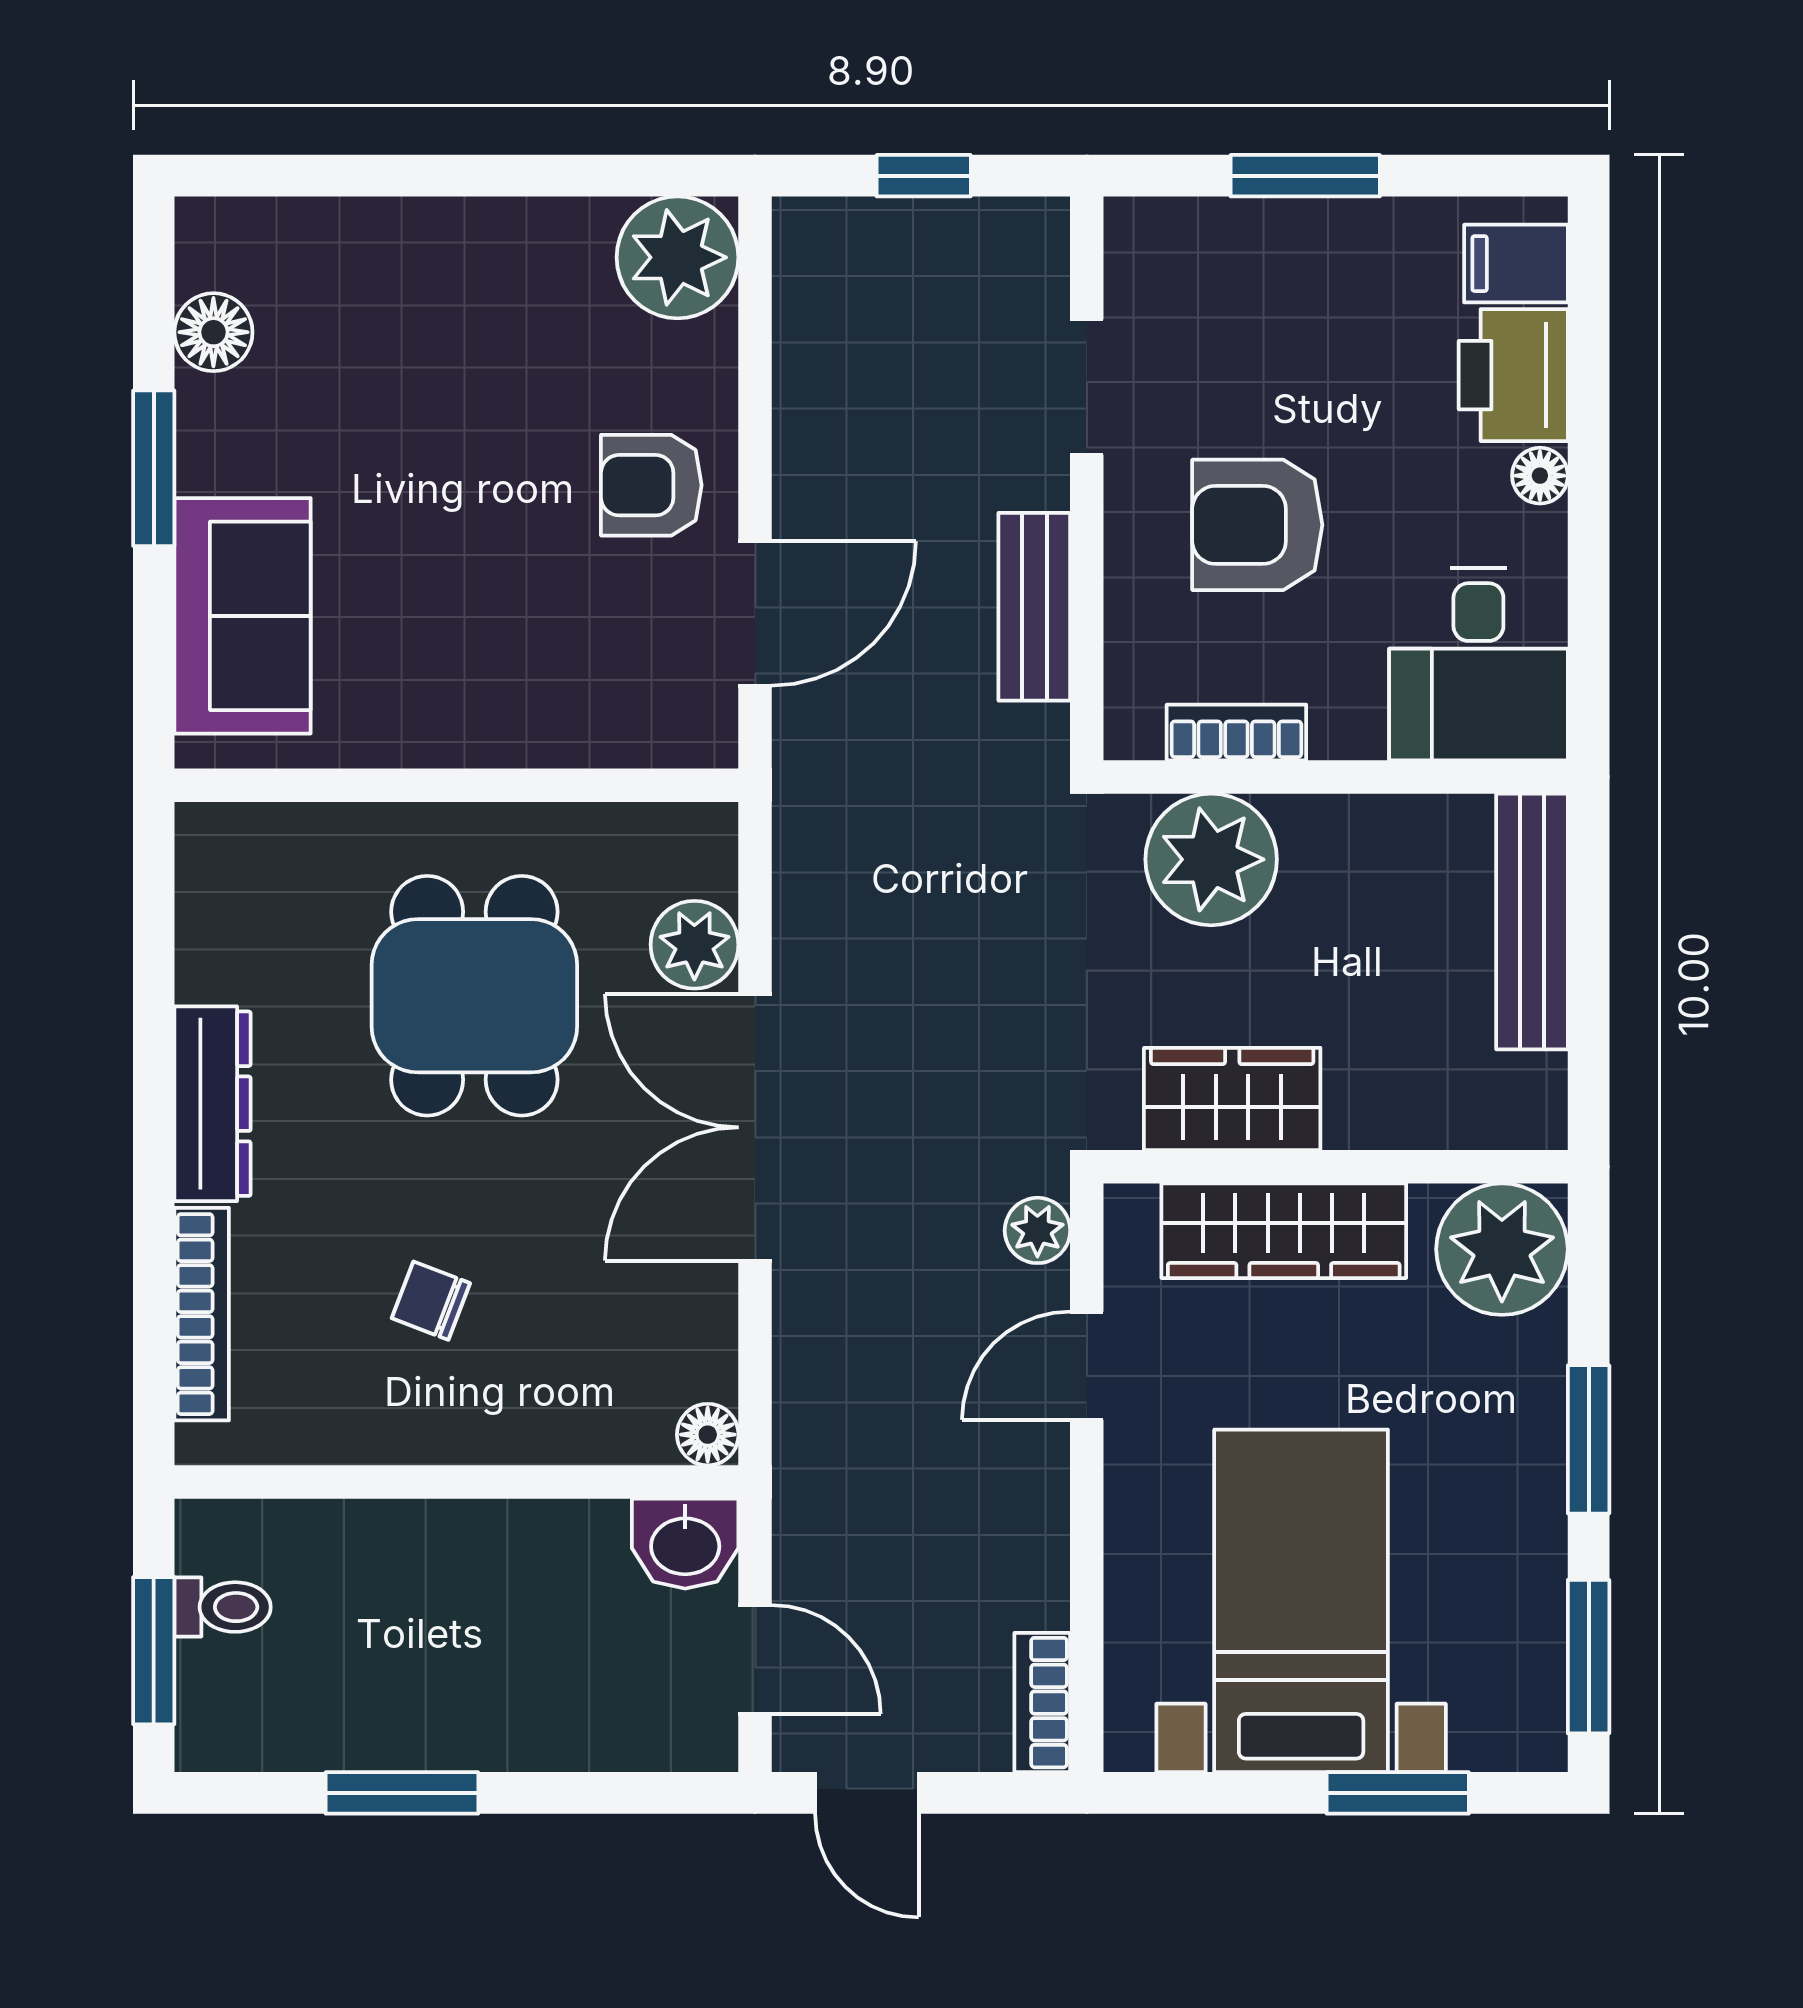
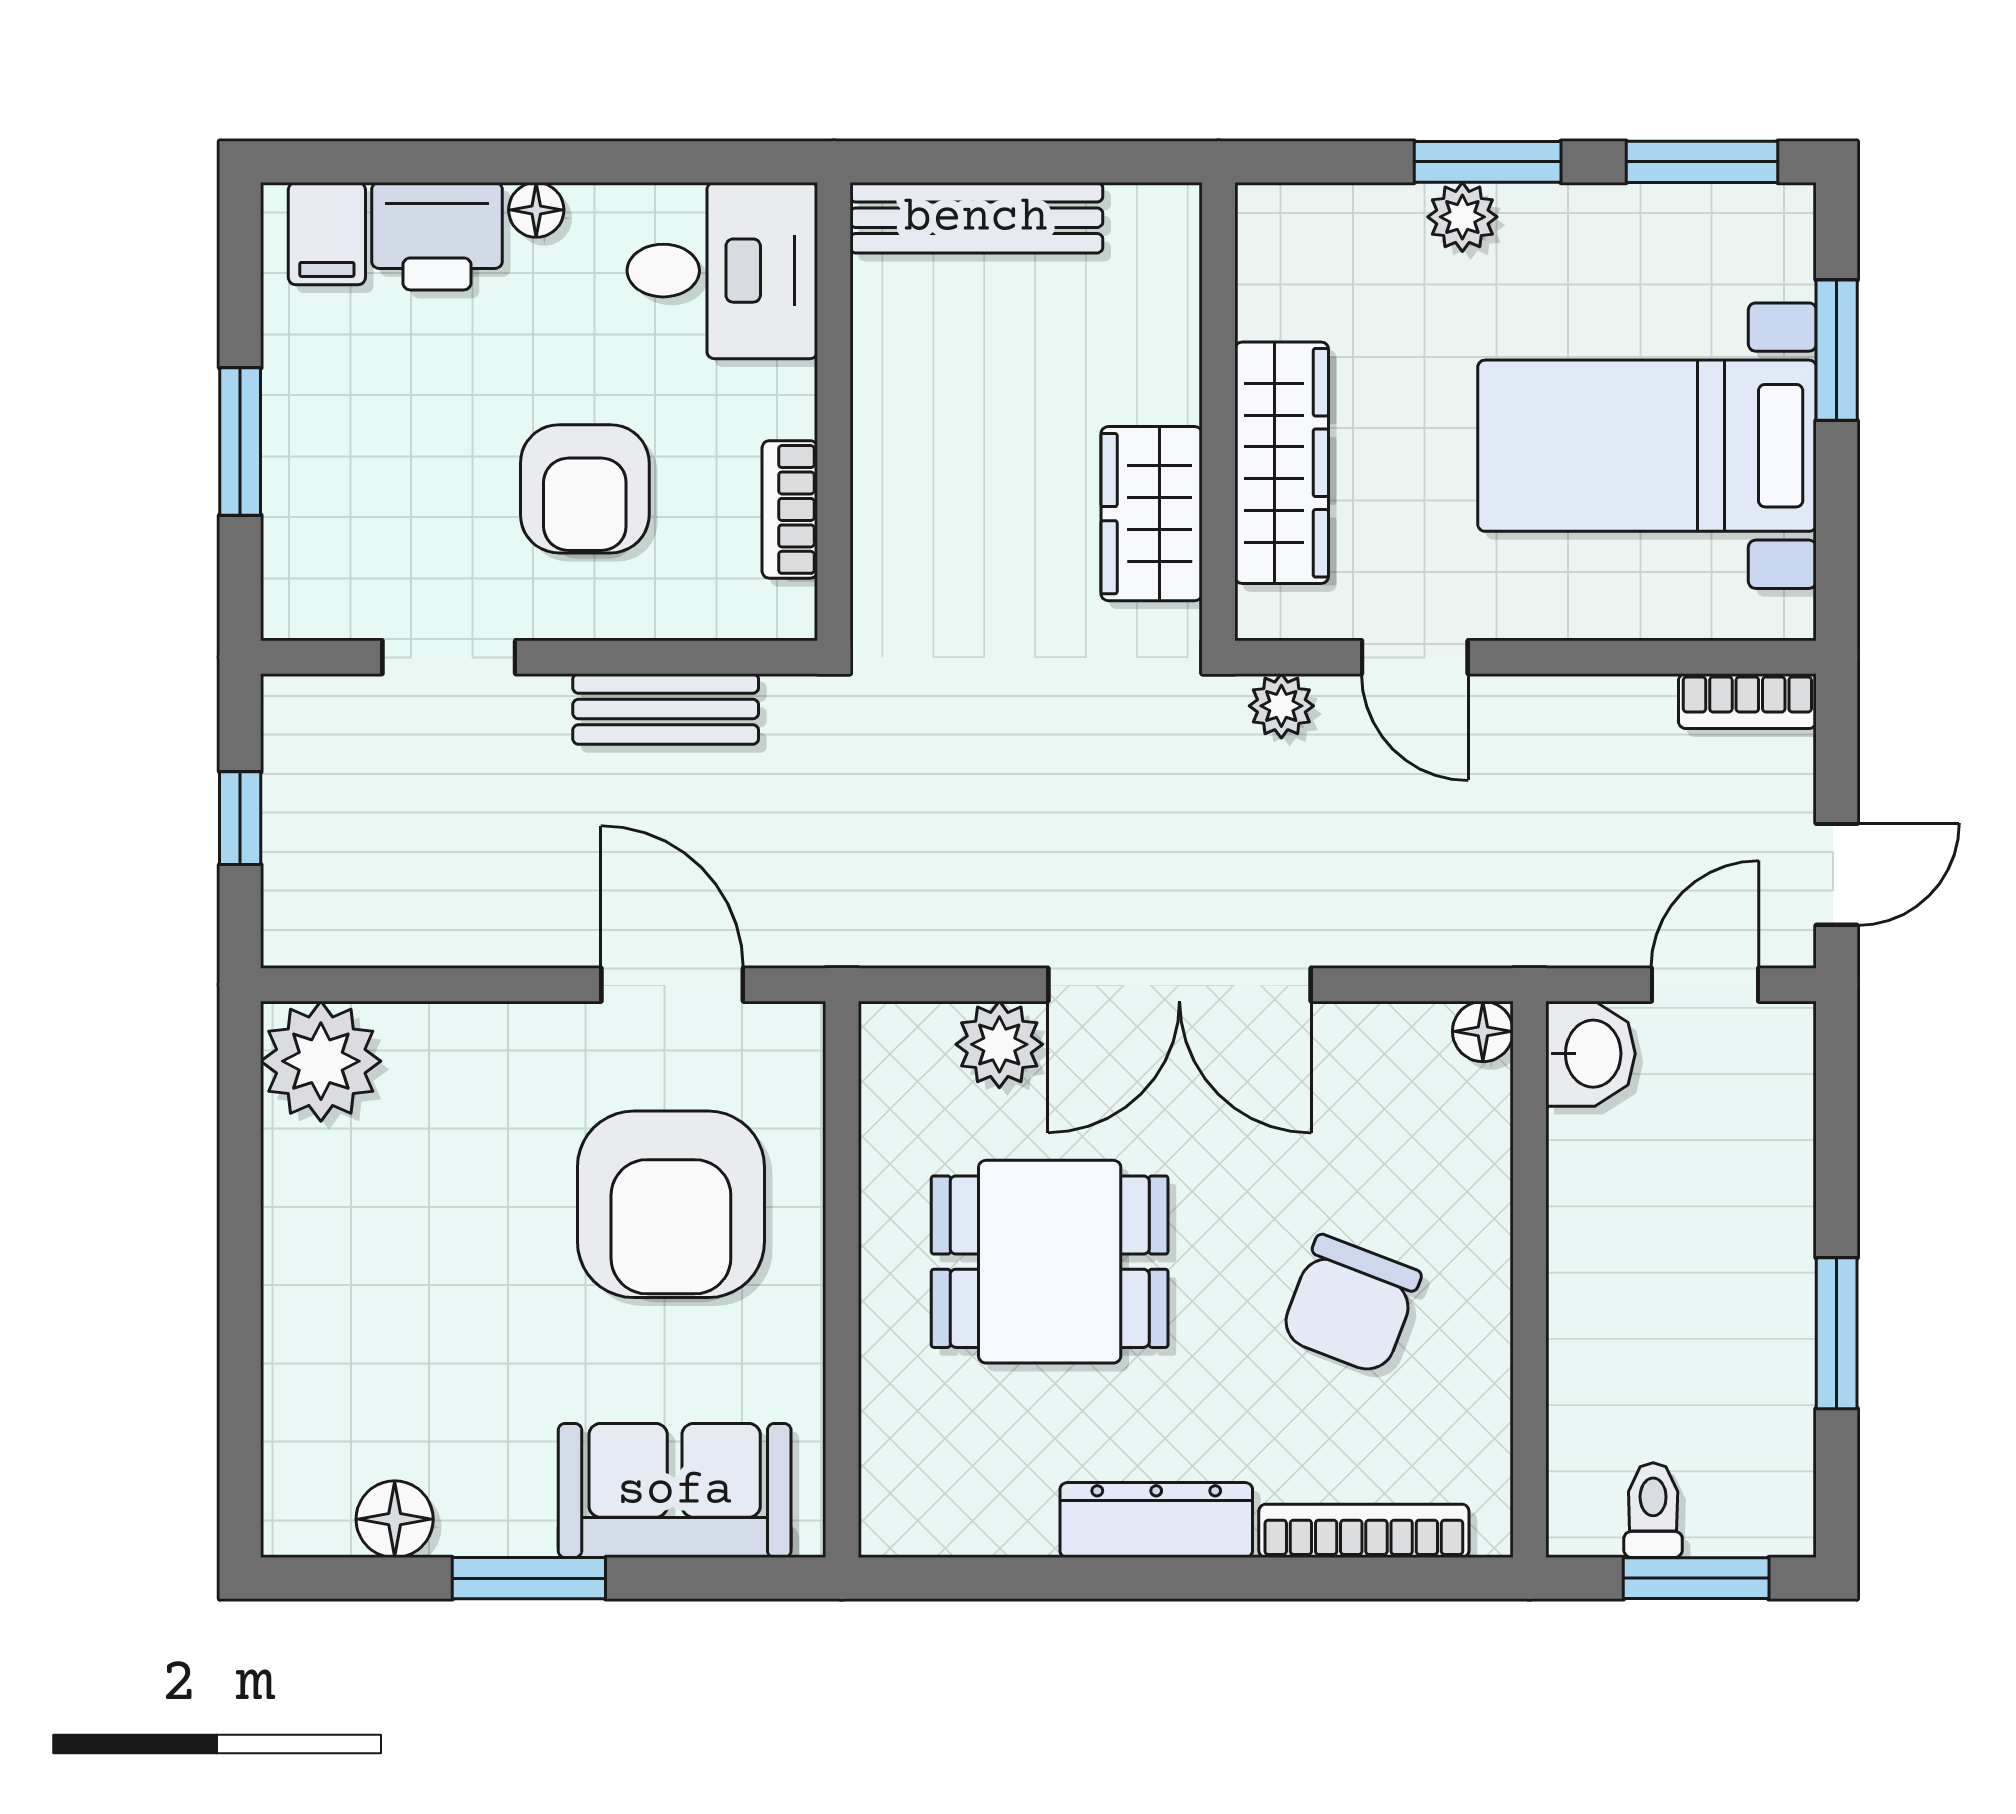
armchair: (651, 485) -> (671, 1204), moved, width x1.88, depth x1.88
plant: (1211, 859) -> (915, 534), removed
plant: (1502, 1249) -> (1462, 217), moved, width x0.53, depth x0.53
chair: (431, 1301) -> (1351, 1305), width x1.87, depth x1.87

